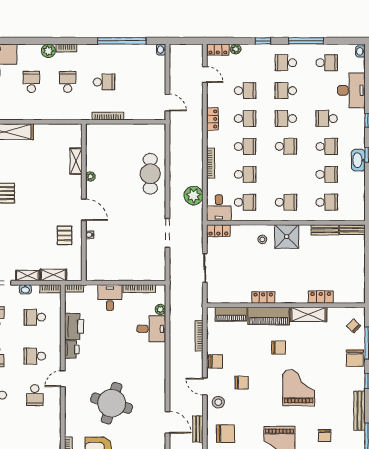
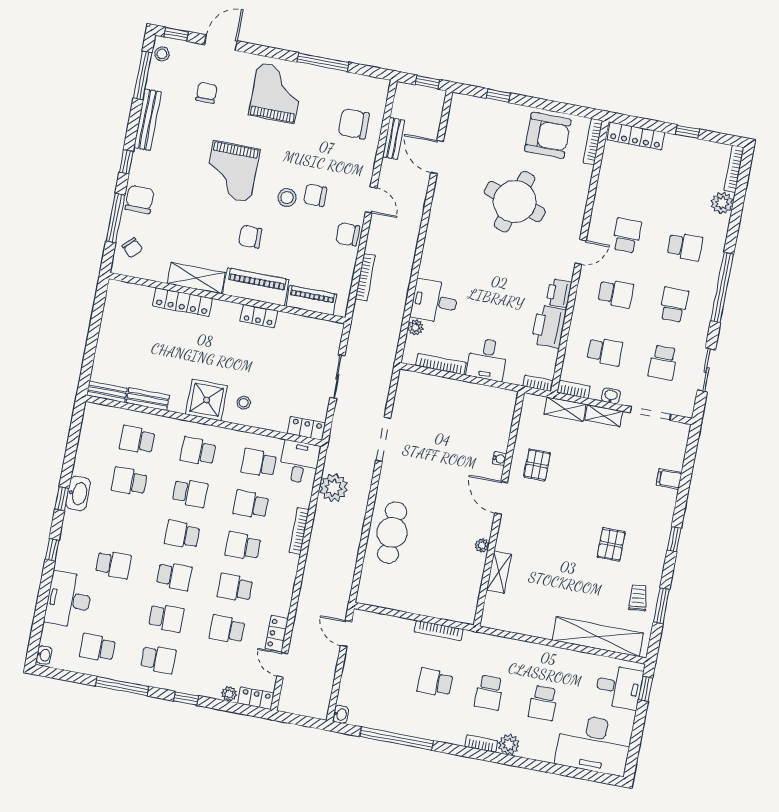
locker: (212, 119) -> (277, 634), moved
school desk: (327, 146) -> (190, 493), moved, turned 180
locker: (321, 297) -> (183, 302), width x1.53
stool: (218, 402) -> (287, 198), moved

